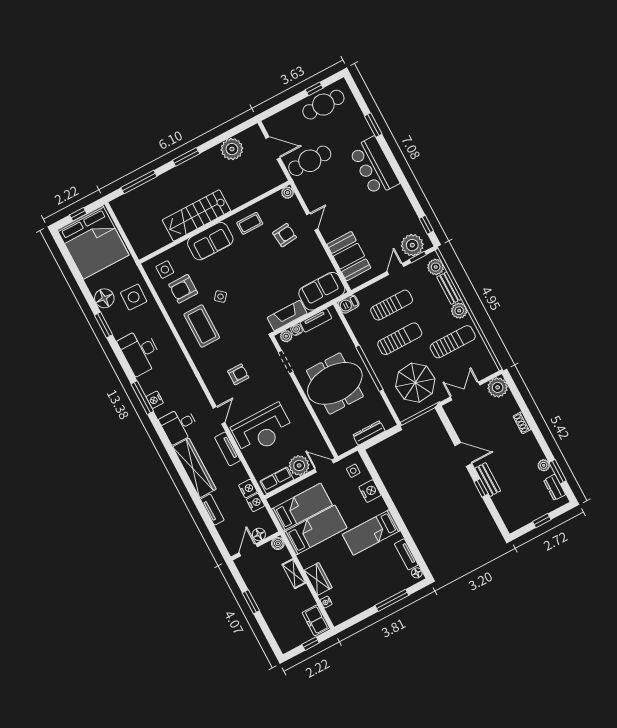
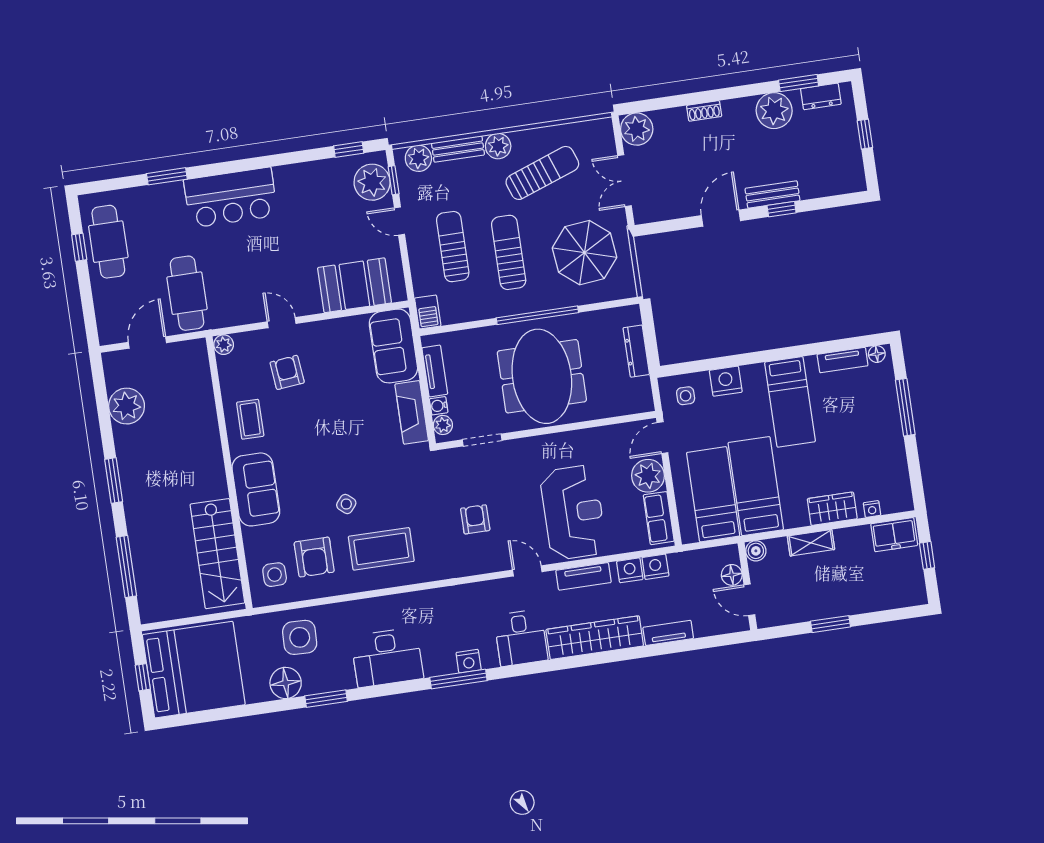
stairs: (196, 215) -> (217, 554), moved
sun lounger: (453, 342) -> (542, 173), turned 70
plant: (544, 465) -> (774, 111), width x1.88, depth x1.88
nightstand: (256, 503) -> (630, 570), moved

